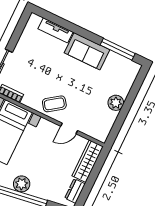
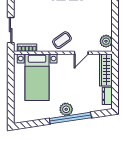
plant: (116, 103) -> (106, 41), moved

